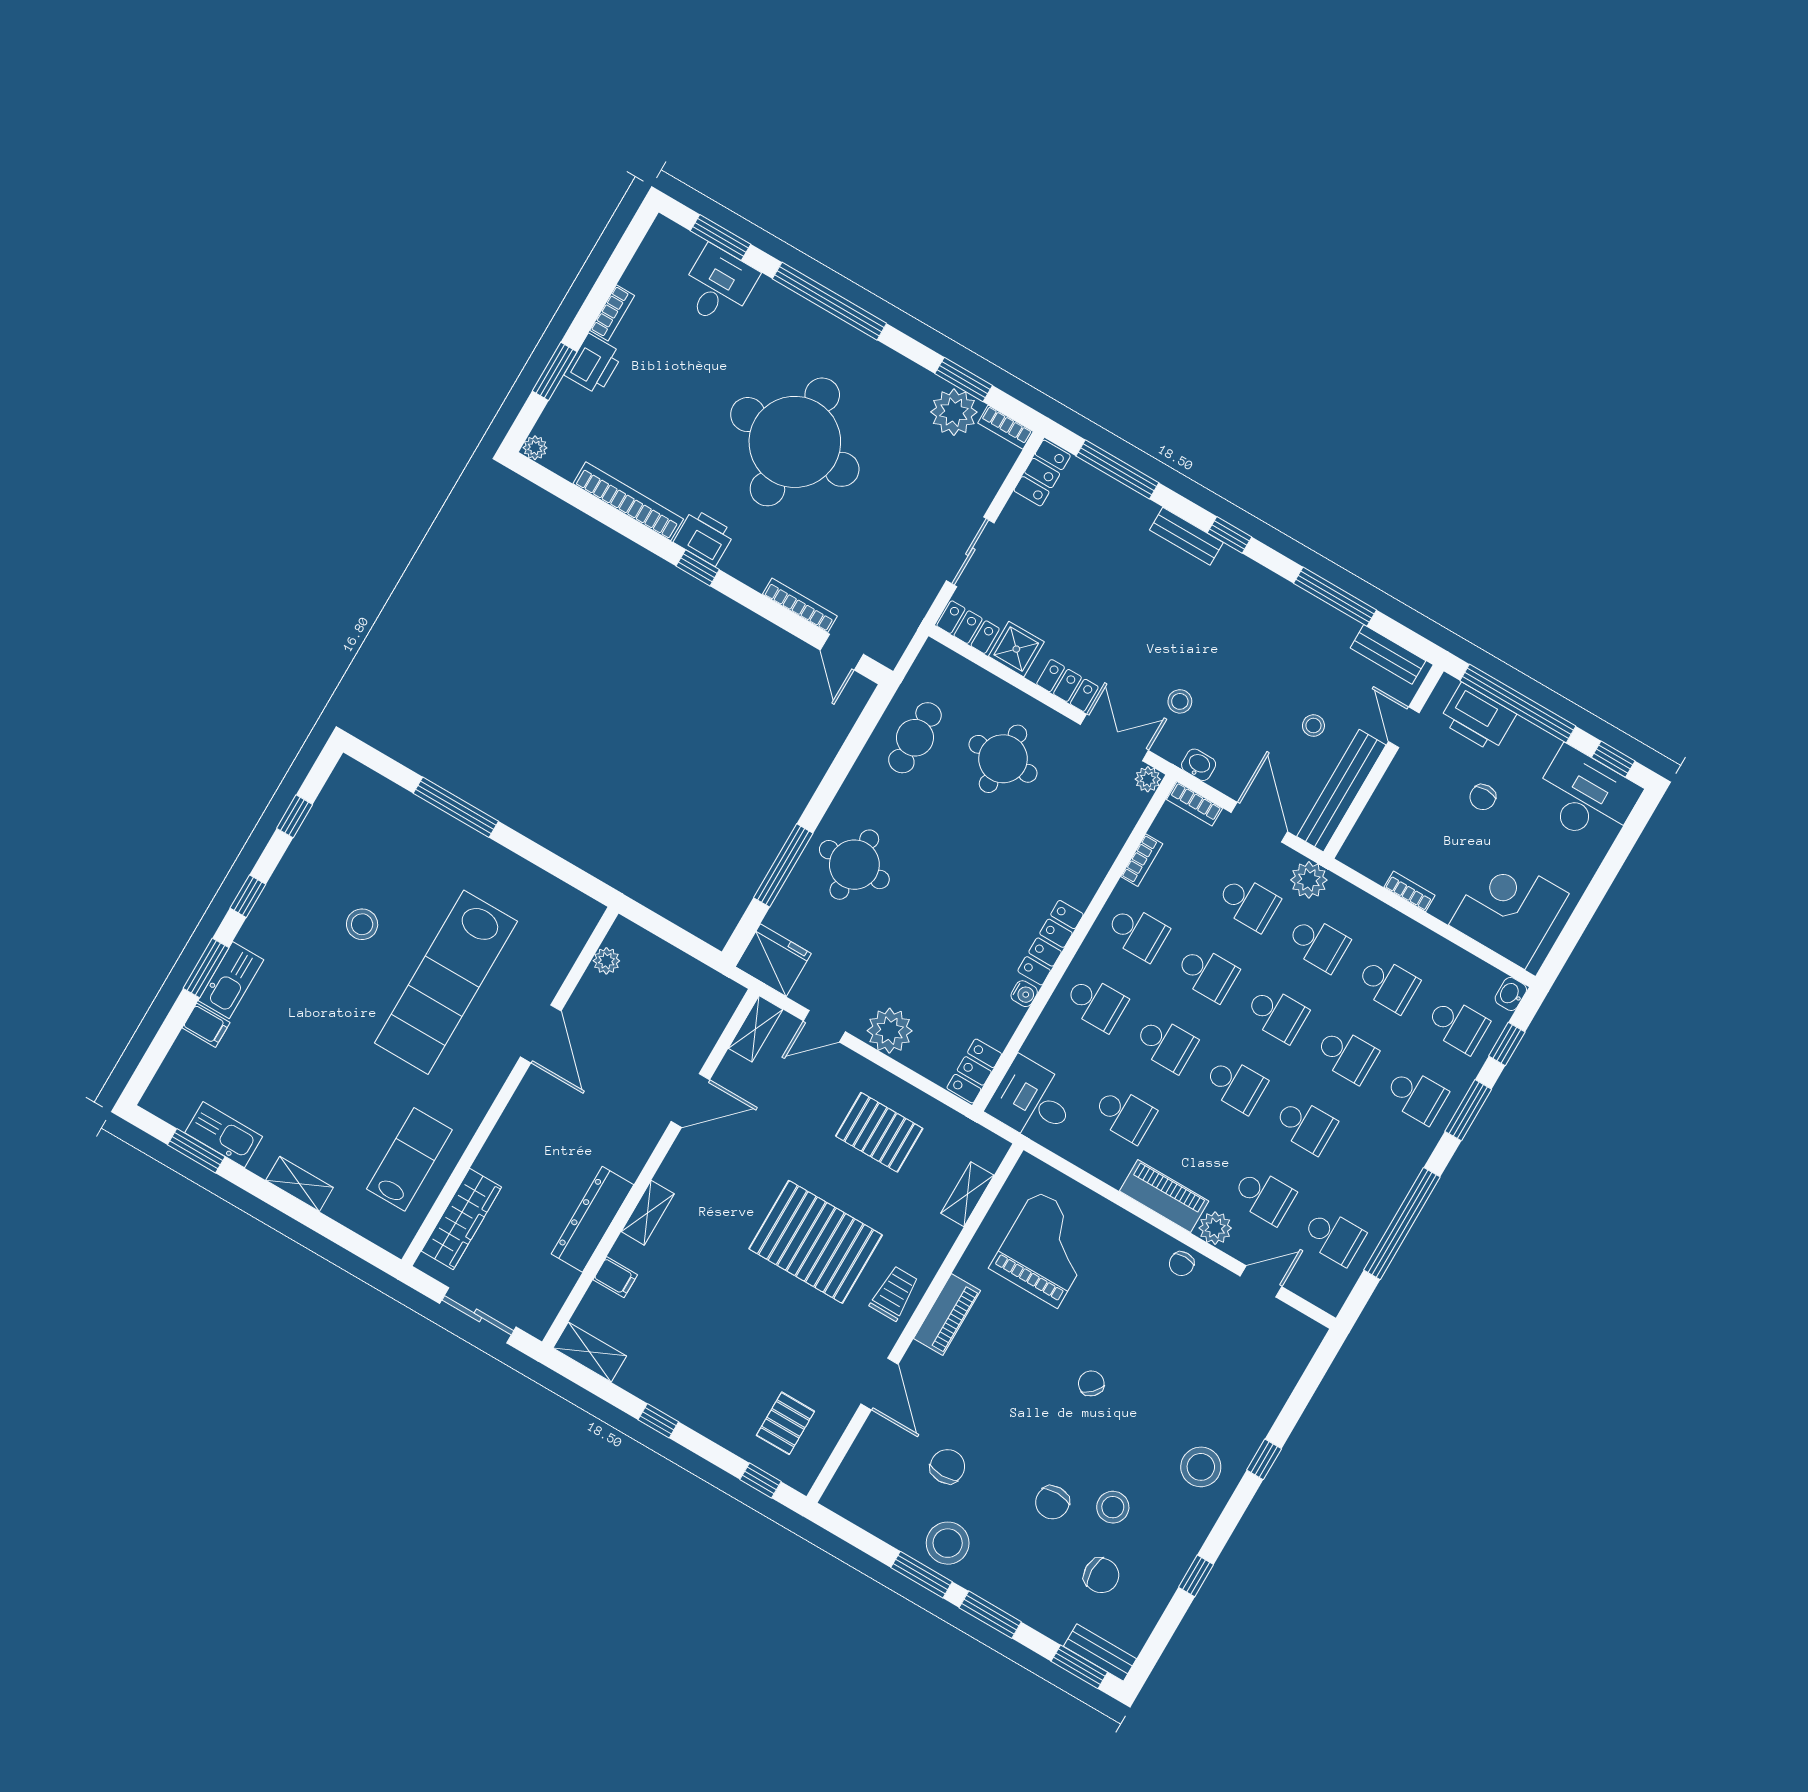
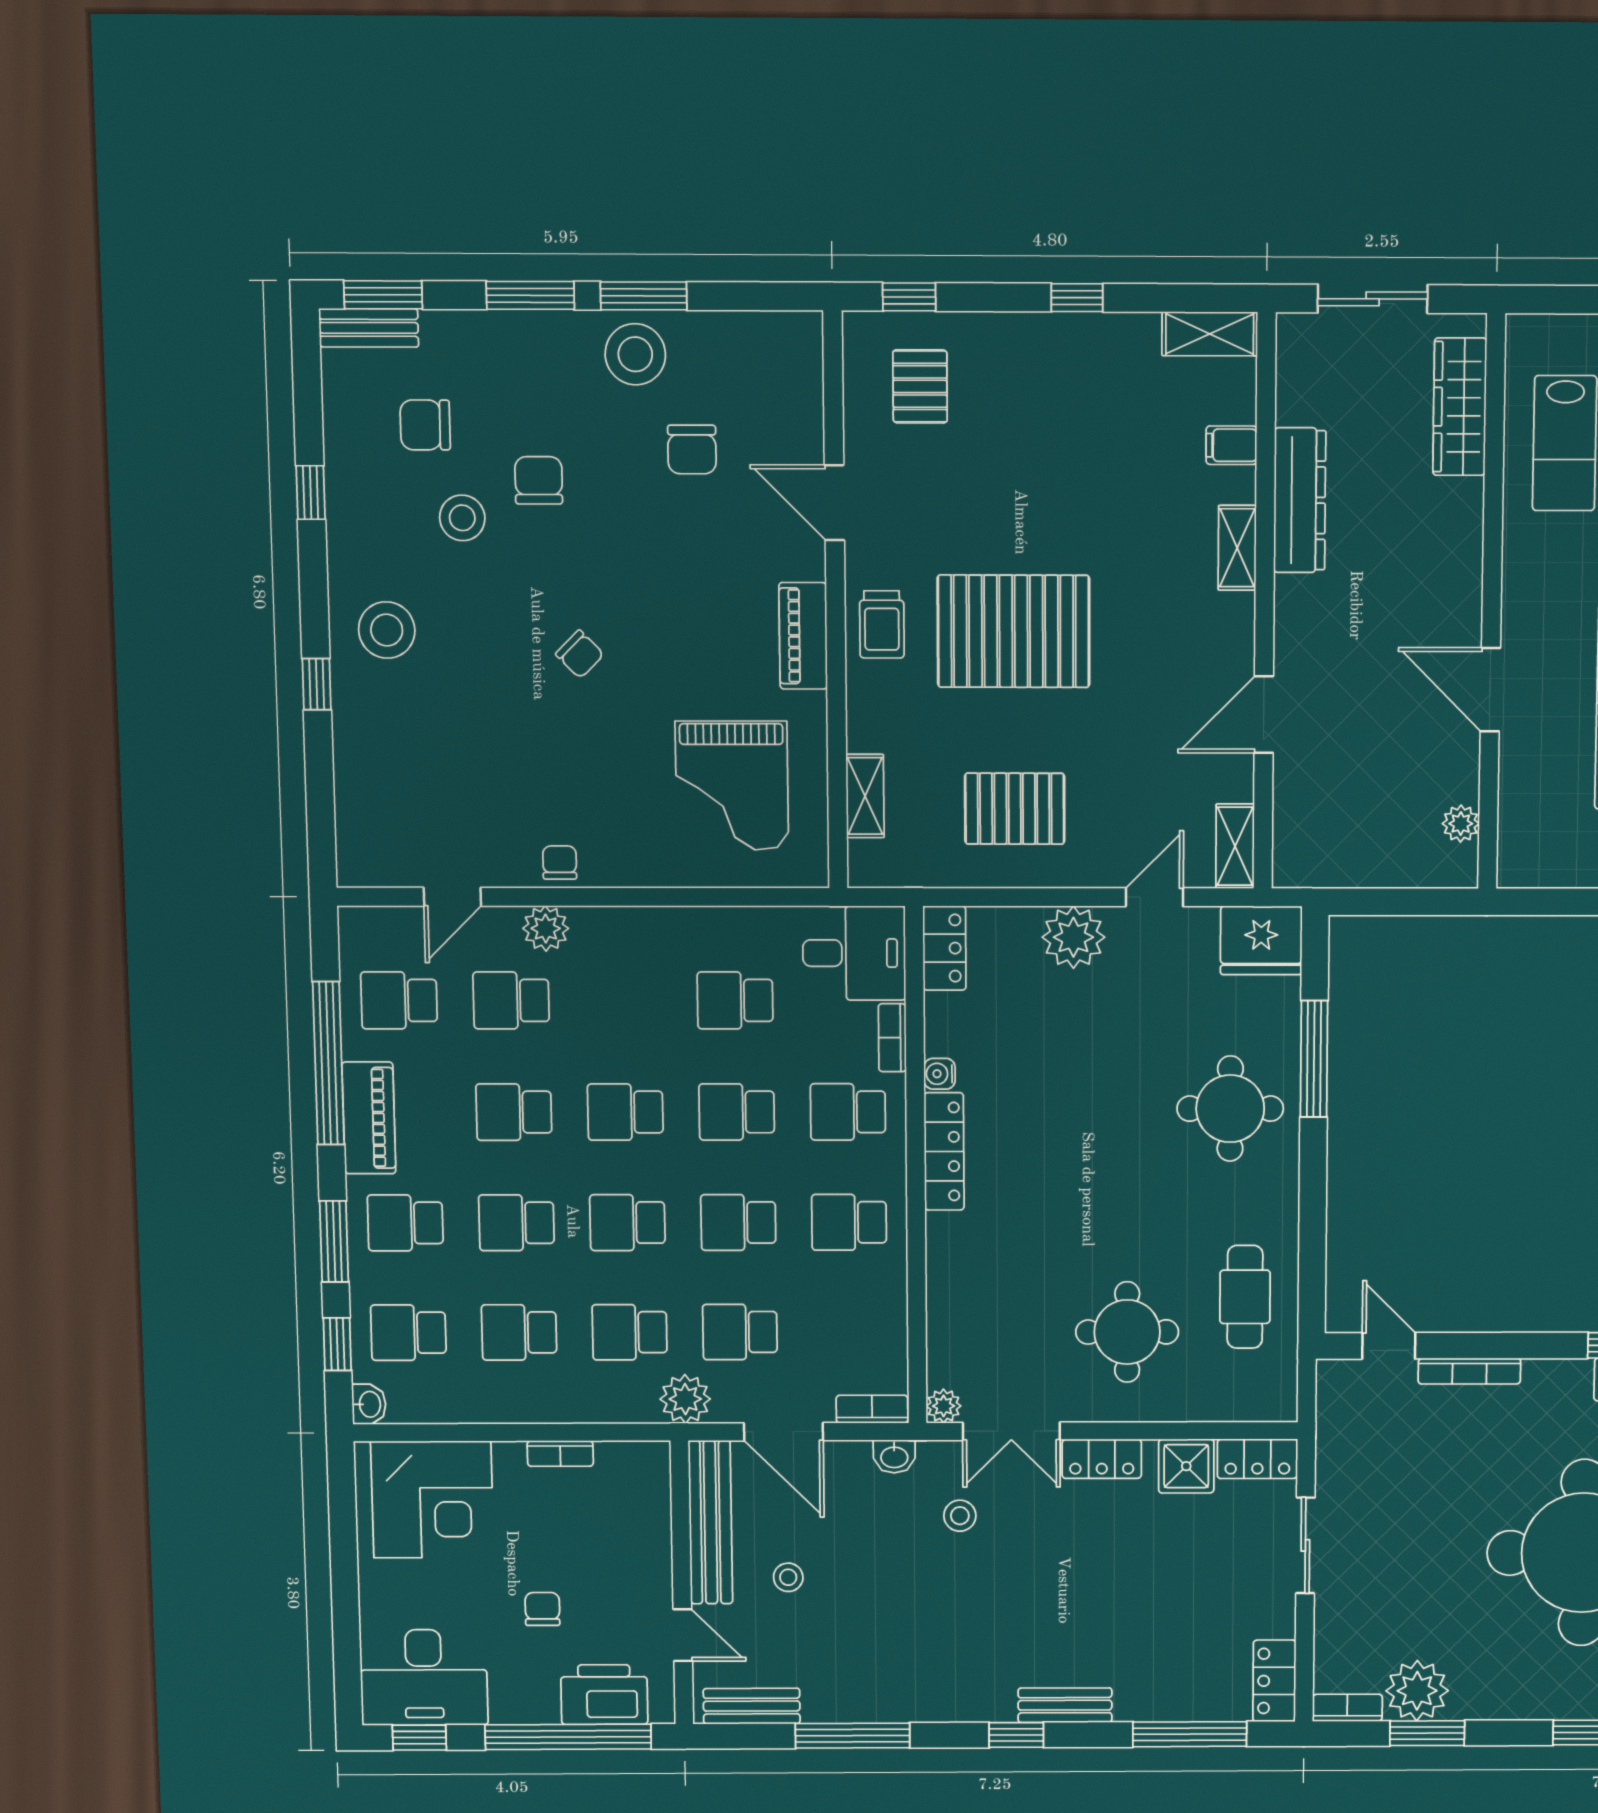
bookcase: (1142, 860) -> (892, 1038), moved
piano: (1164, 1196) -> (369, 1118), moved, turned -90

